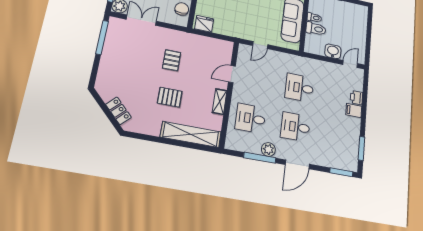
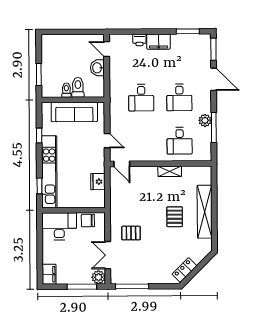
fridge: (204, 24) -> (98, 182), moved
pallet: (172, 60) -> (131, 233), moved
door: (232, 74) -> (122, 164), moved
locker: (118, 111) -> (184, 270), moved
filing cabinet: (354, 111) -> (159, 42), width x2.00
shelving: (191, 134) -> (205, 212), moved
door: (297, 164) -> (214, 79), moved

